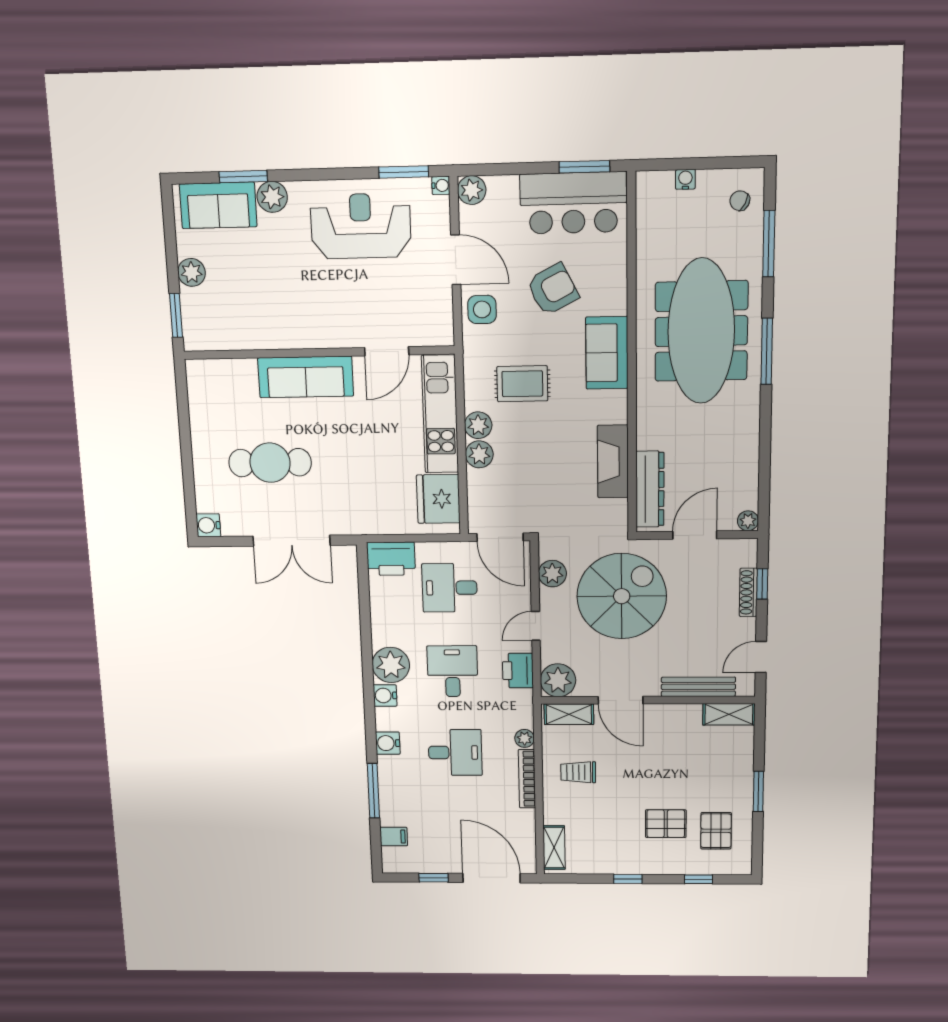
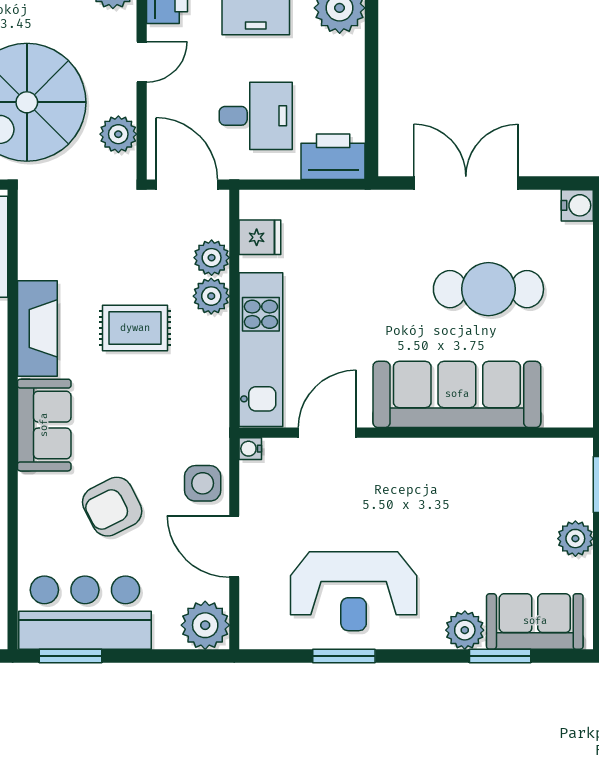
window: (404, 172) -> (344, 656), moved
water cooler: (441, 185) -> (250, 449), moved
plant: (472, 190) -> (205, 625), width x1.36, depth x1.36
sofa: (306, 377) -> (457, 394), width x1.36, depth x1.27
rug: (522, 384) -> (135, 328), moved
plant: (478, 425) -> (212, 258), moved
fireplace: (613, 461) -> (37, 328), moved
fridge: (438, 499) -> (260, 237), width x0.53, depth x0.75

